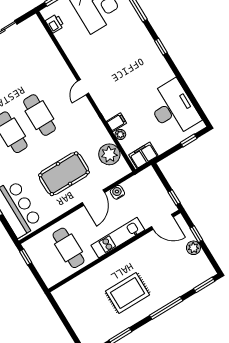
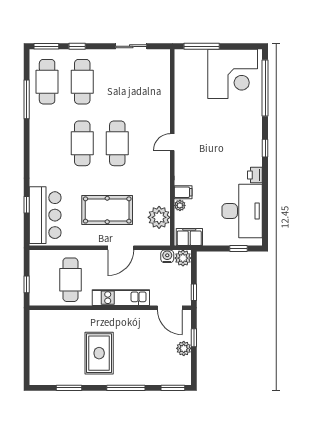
printer: (55, 24) -> (255, 175), moved, turned 180
plant: (149, 175) -> (183, 258), added
water cooler: (117, 192) -> (167, 256), moved
window: (26, 257) -> (27, 284), moved
rug: (128, 293) -> (99, 353), turned 90

